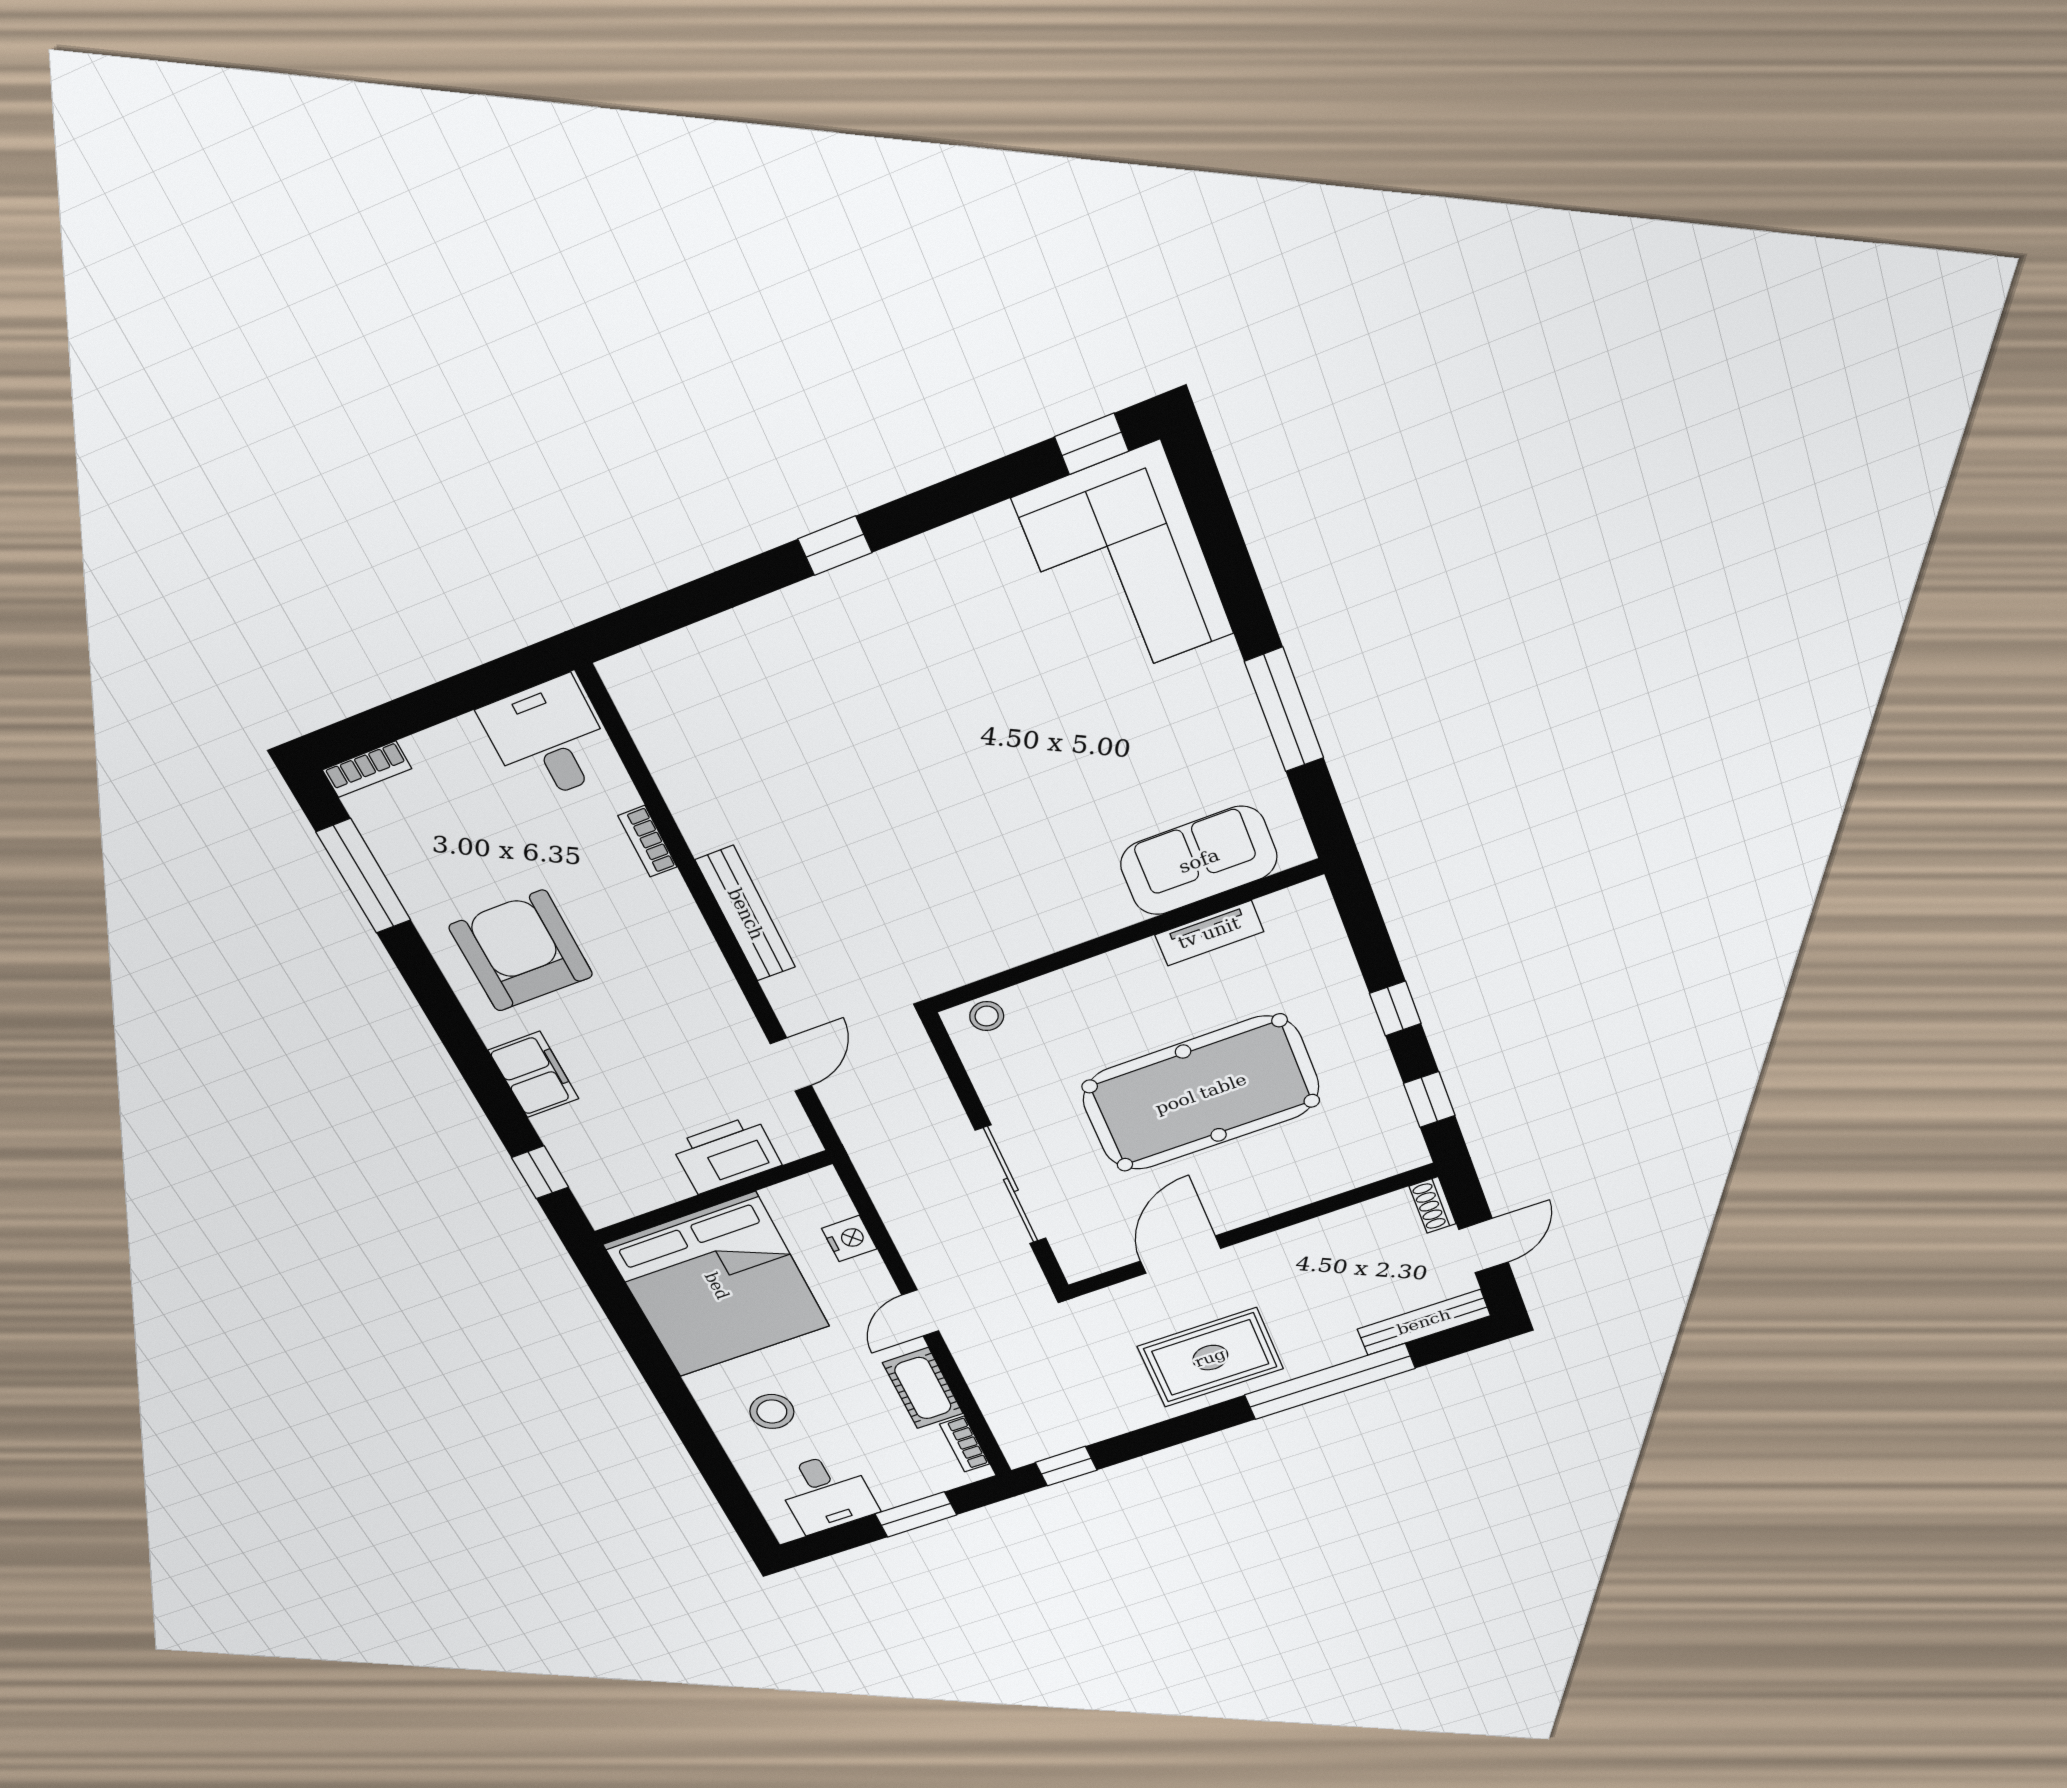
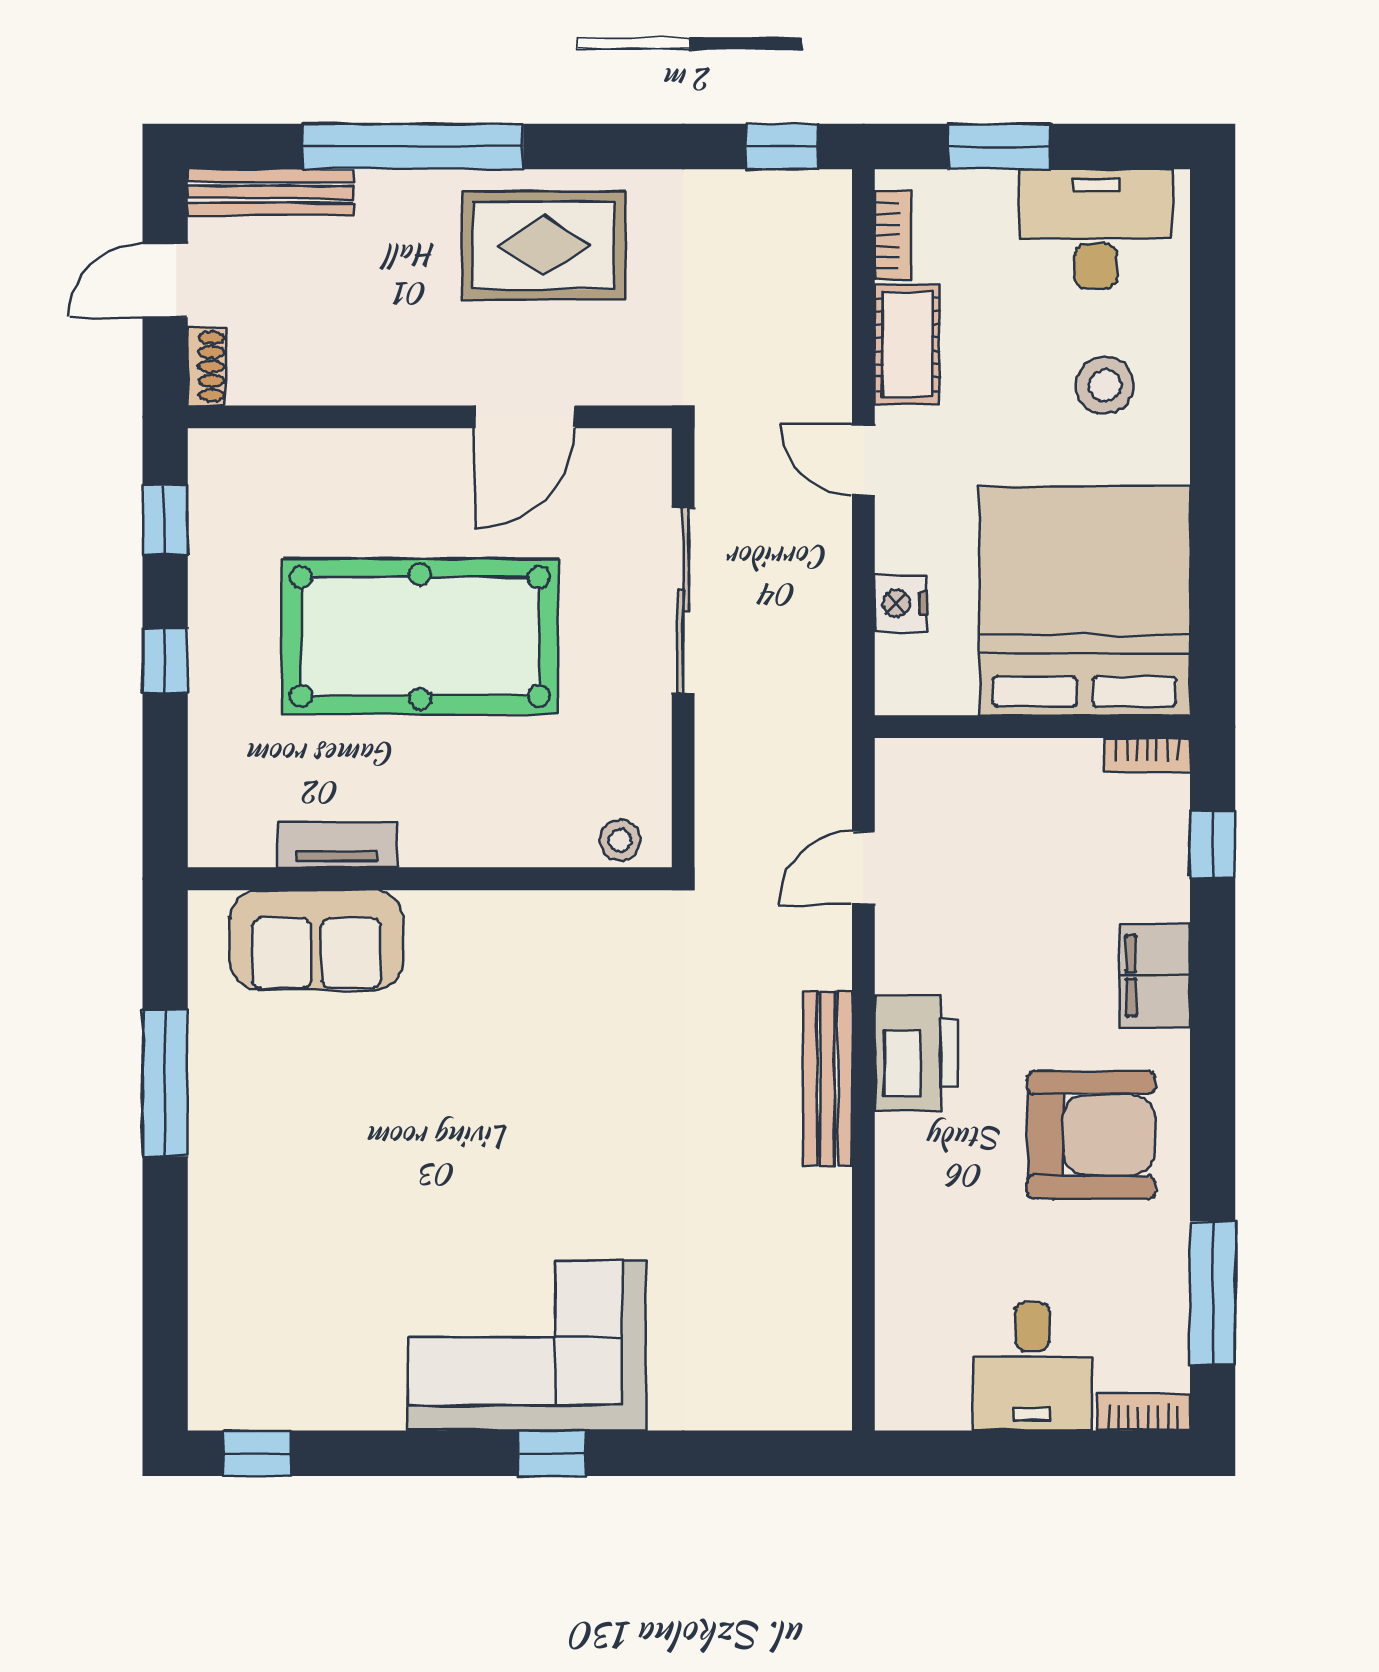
corner sofa: (1124, 567) -> (527, 1346), moved, turned -90
desk: (548, 740) -> (1032, 1366), moved
bookcase: (648, 841) -> (1147, 755), moved, turned 90
armchair: (521, 951) -> (1091, 1135), turned -90
printer: (726, 1155) -> (916, 1053), moved, turned -90
door: (920, 1313) -> (863, 460), swing flipped
desk: (826, 1493) -> (1096, 229), width x1.37

